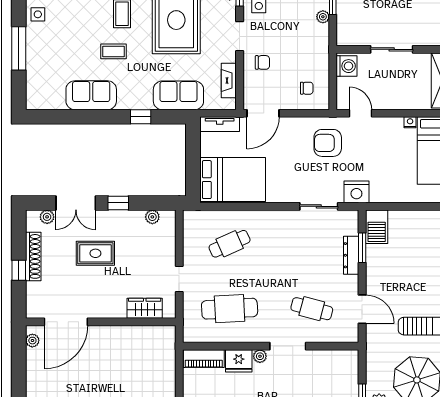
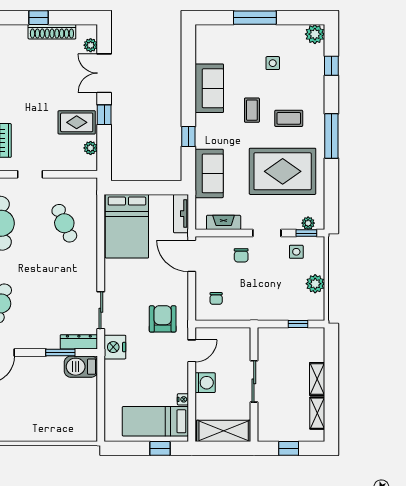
side table: (38, 14) -> (273, 63), moved
plant: (323, 17) -> (286, 314), removed
washing machine: (346, 66) -> (205, 383), moved, turned -90
rug: (95, 253) -> (77, 122), moved, turned 90
dresser: (351, 255) -> (79, 342), moved

